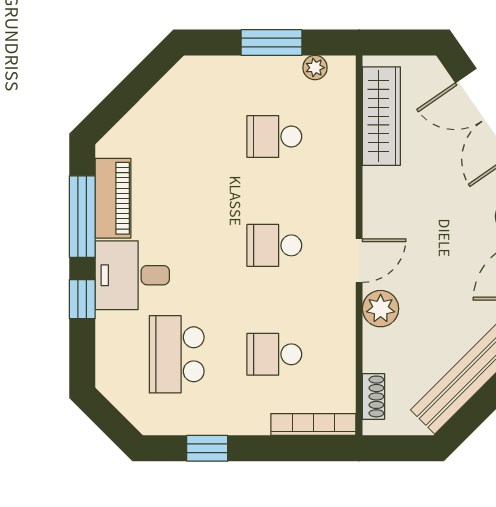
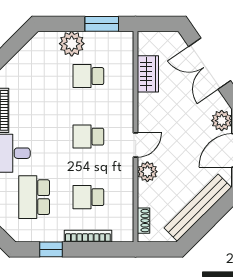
window: (272, 43) -> (102, 24), moved
plant: (315, 68) -> (72, 44), moved, width x1.88, depth x1.88
wardrobe: (381, 116) -> (148, 74), width x0.67
bookcase: (313, 424) -> (88, 236), moved

